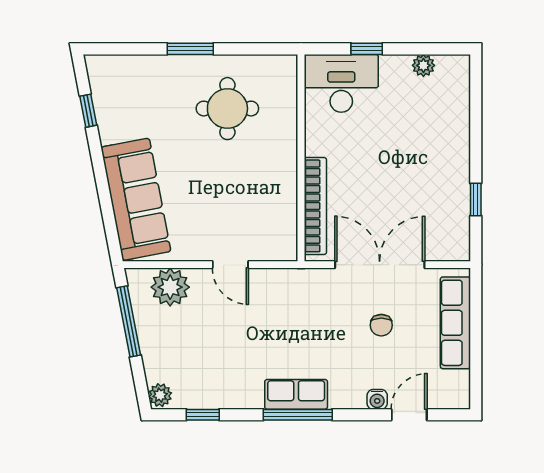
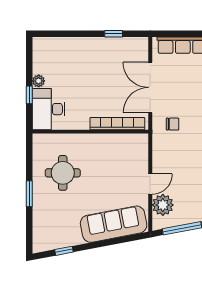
plant: (423, 65) -> (39, 81), moved
door: (230, 265) -> (150, 184), moved
chair: (381, 325) -> (172, 124), moved

